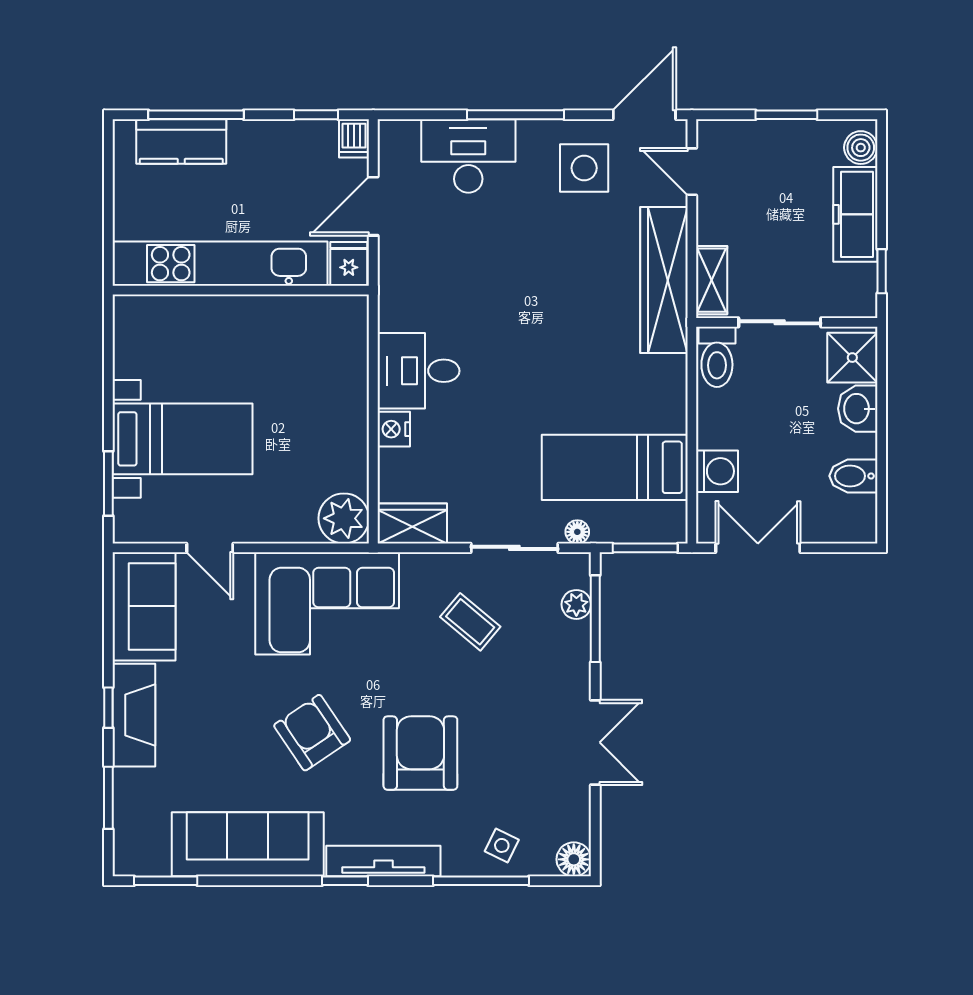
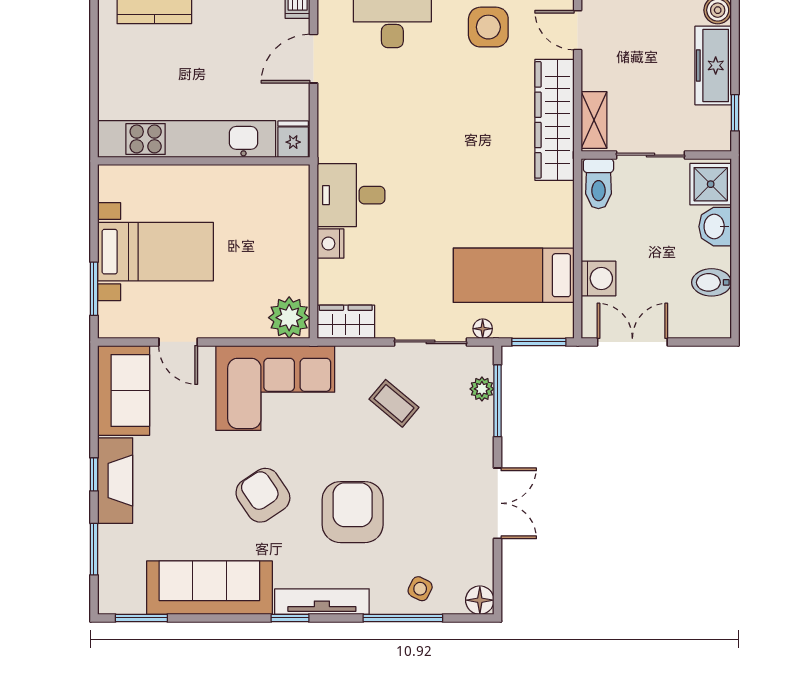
kitchen unit: (220, 264) -> (187, 139), moved
fridge: (349, 264) -> (293, 139), moved
wall: (241, 290) -> (204, 161), moved

